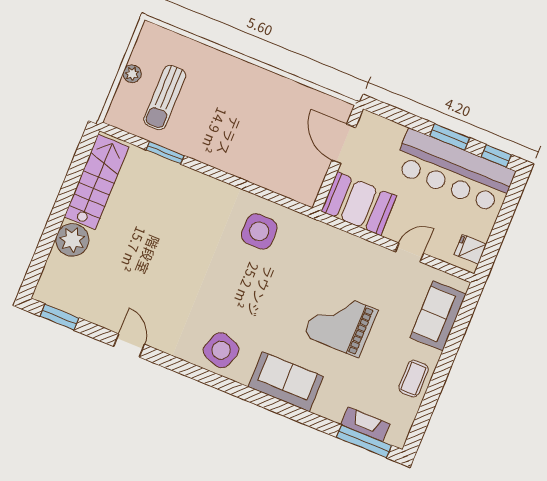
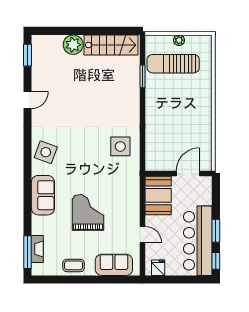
sun lounger: (165, 97) -> (173, 64), width x1.36, depth x1.34

